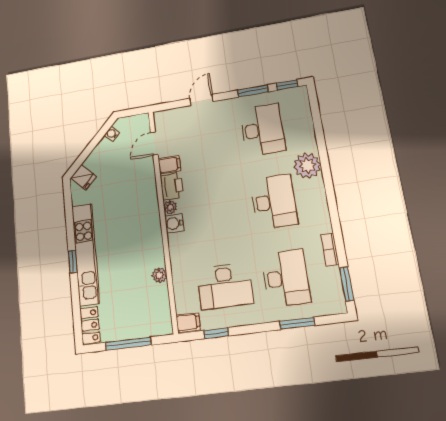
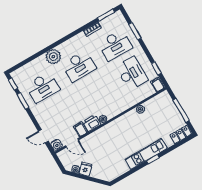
door: (201, 100) -> (43, 136), moved
desk: (262, 130) -> (43, 87), turned 180
fridge: (83, 177) -> (85, 169), moved
desk: (274, 202) -> (79, 66), turned 180
water cooler: (174, 223) -> (56, 145), moved
kitchen unit: (86, 254) -> (146, 154), width x0.73
desk: (286, 278) -> (115, 45), turned 180

